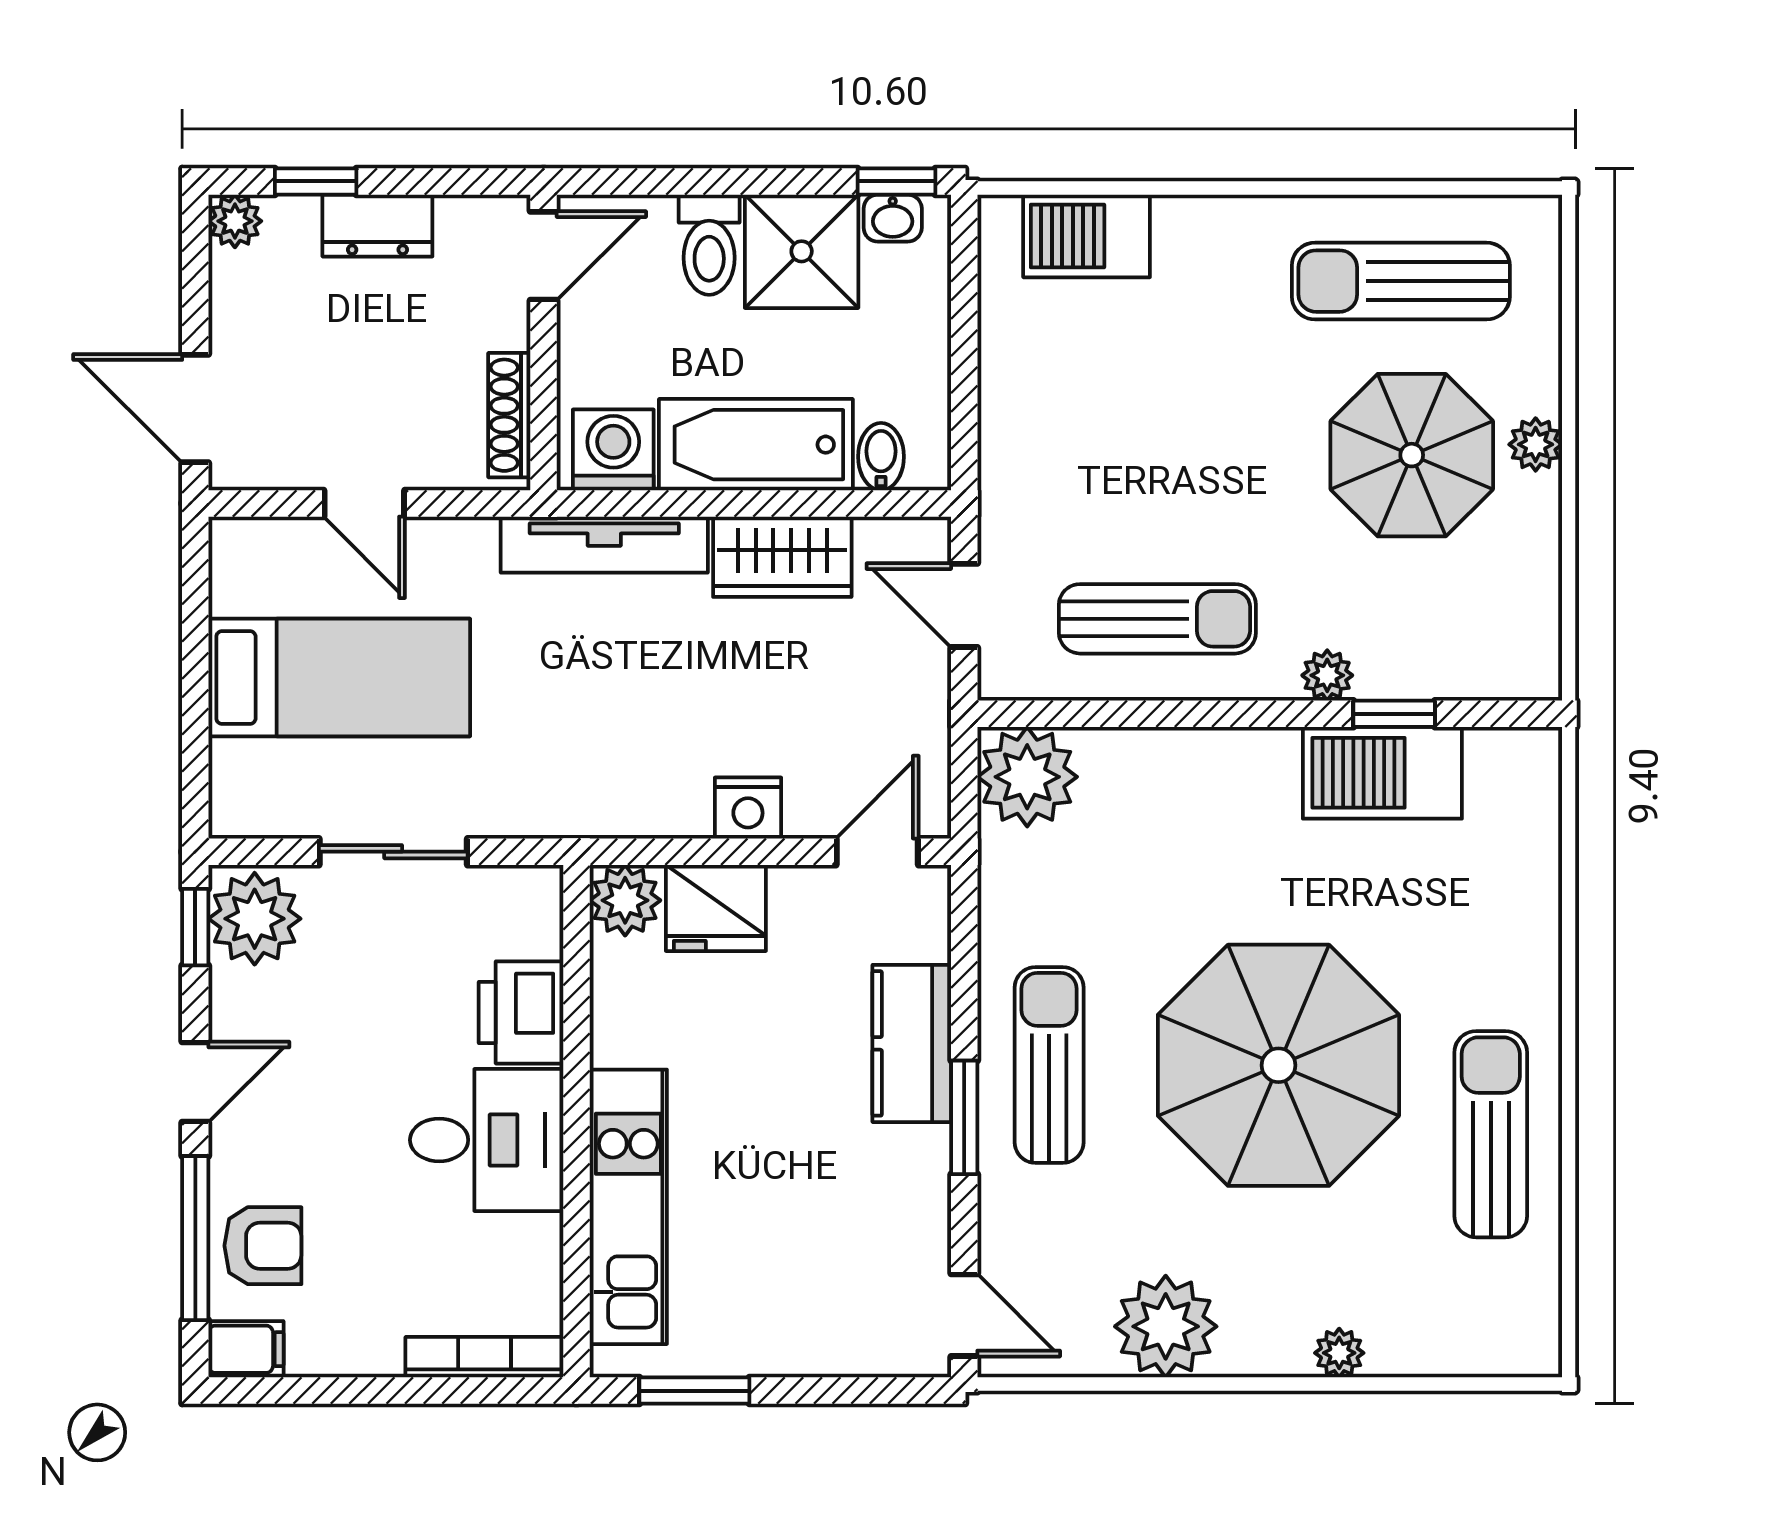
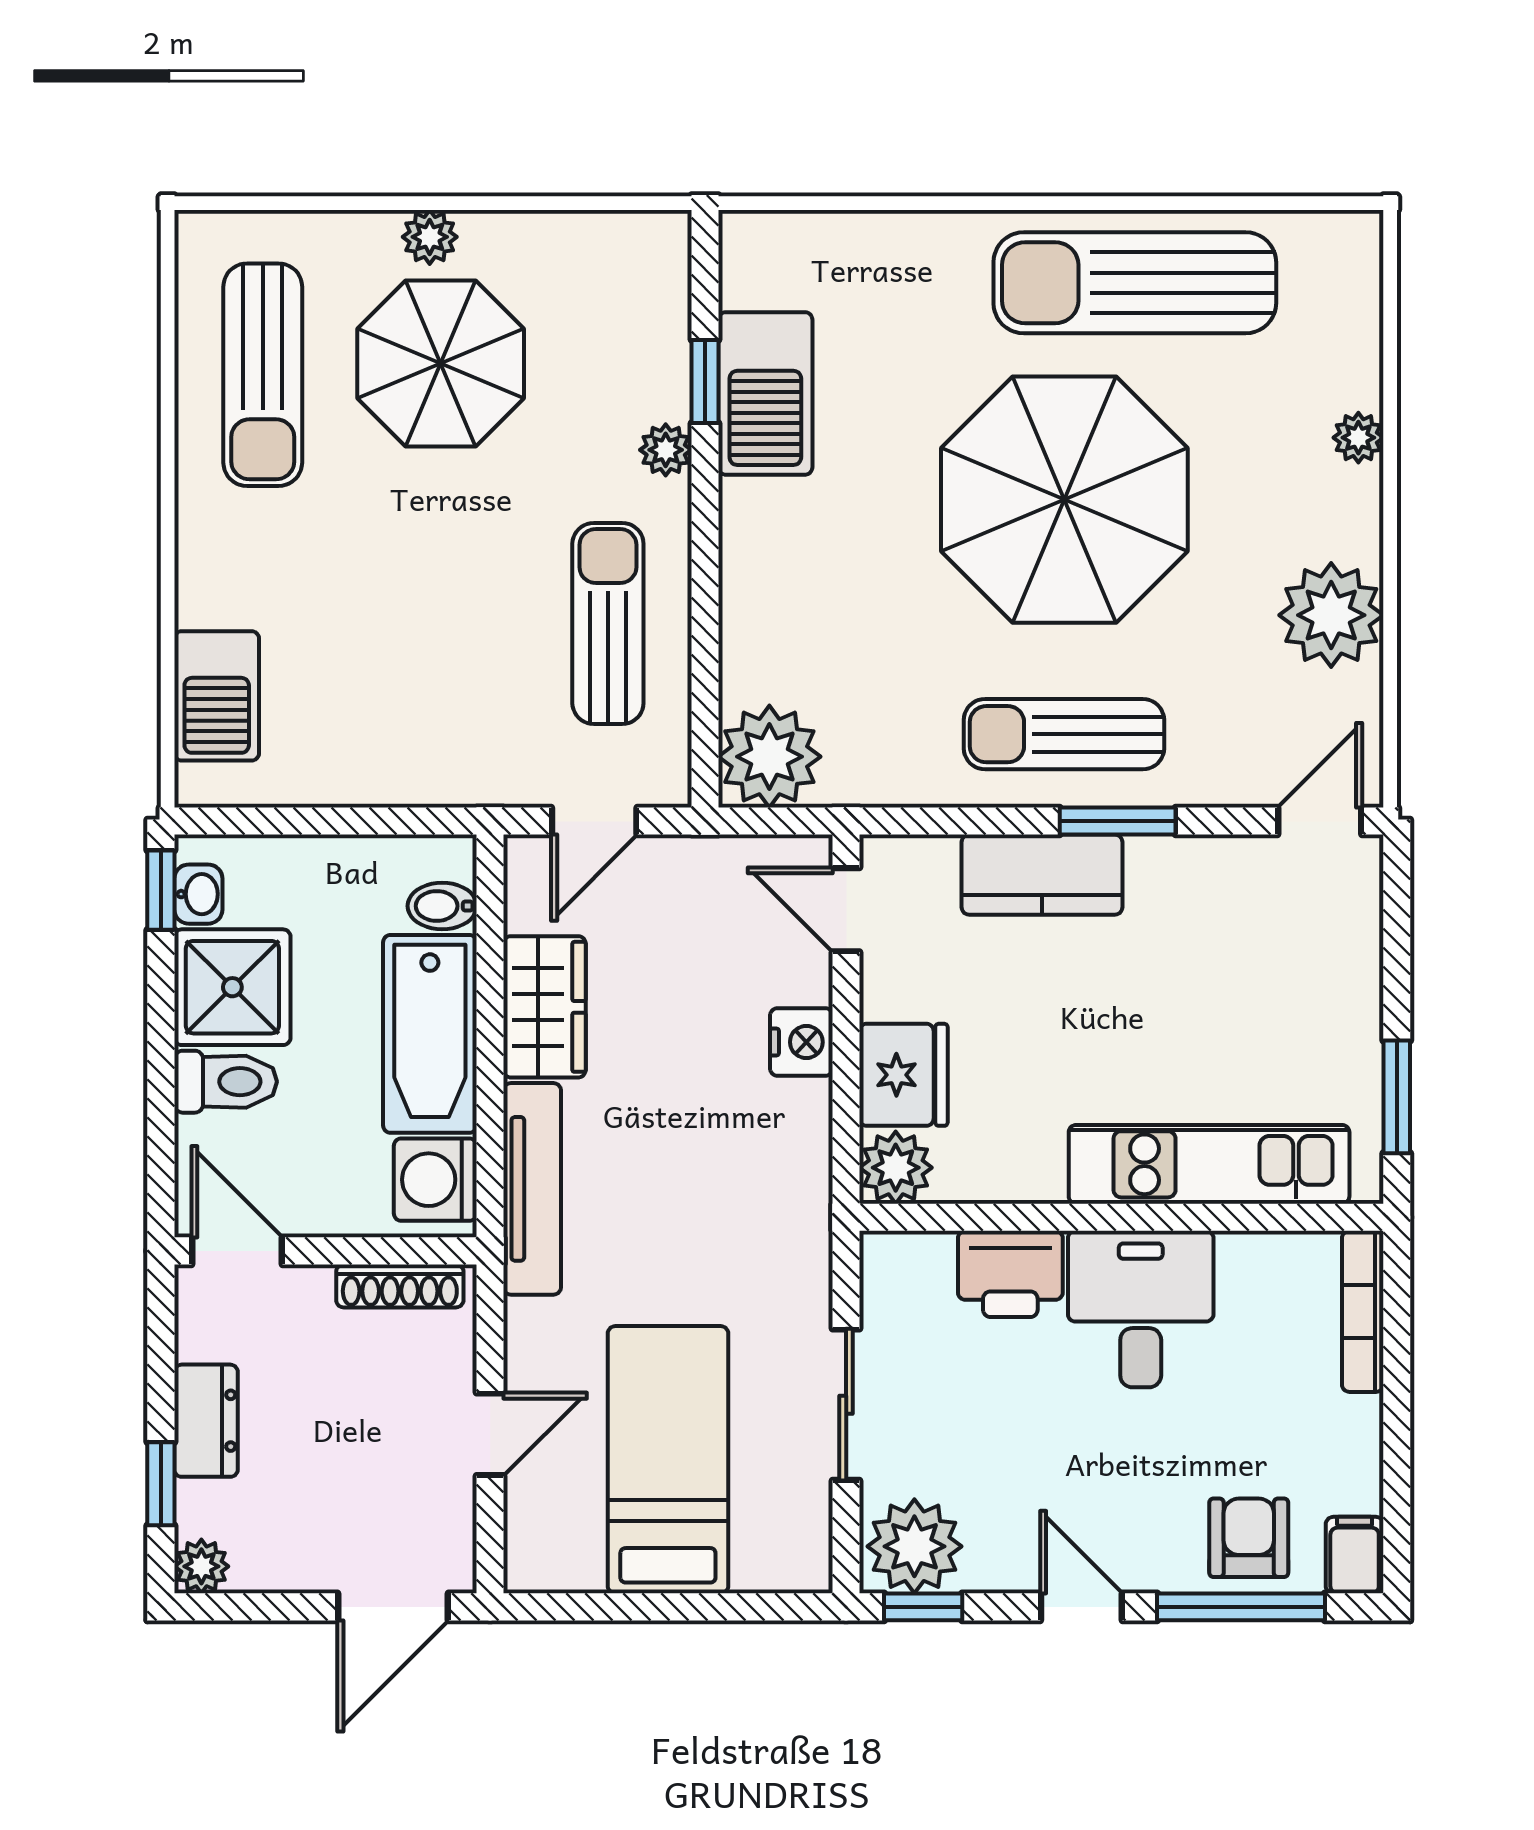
sun lounger: (1491, 1134) -> (1135, 283), width x1.36, depth x1.34

